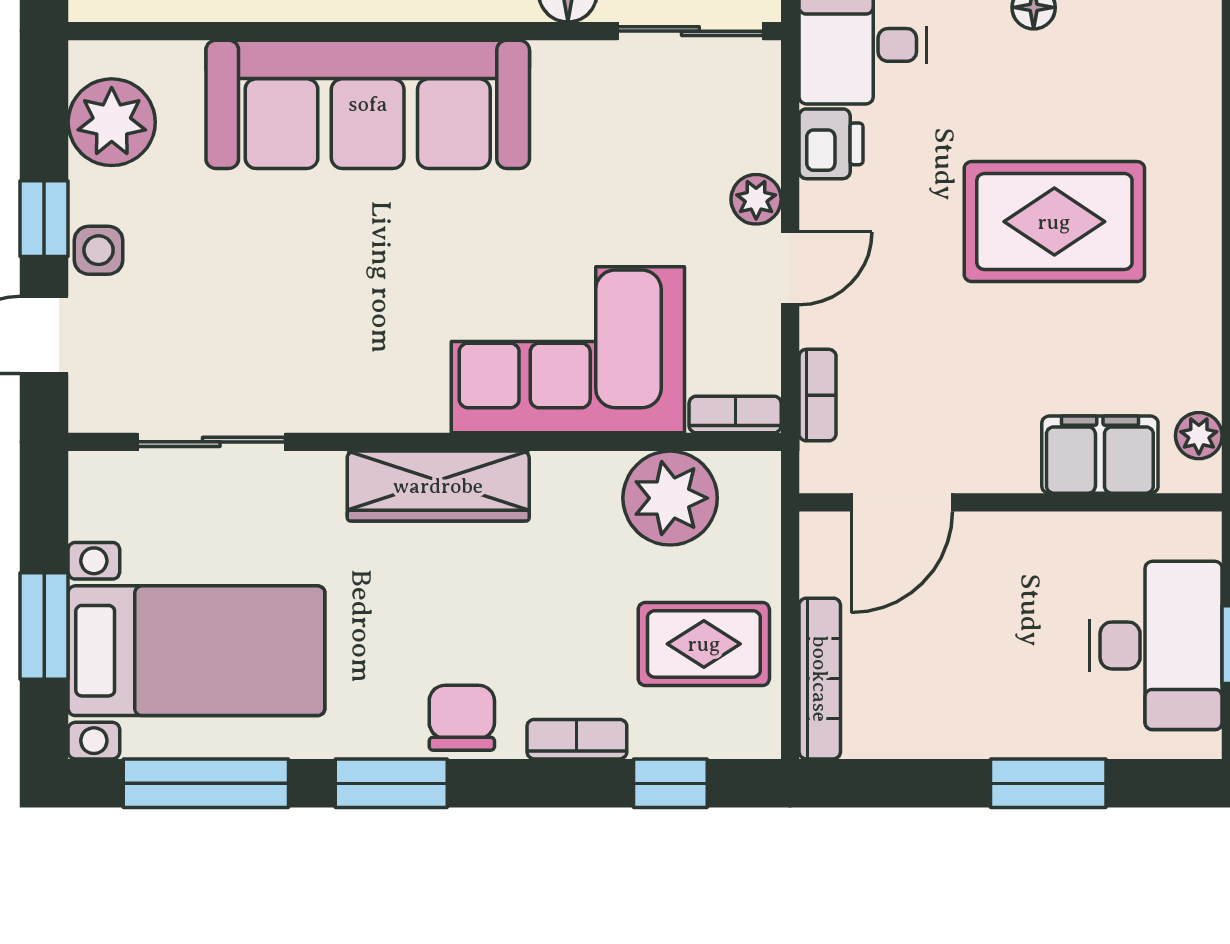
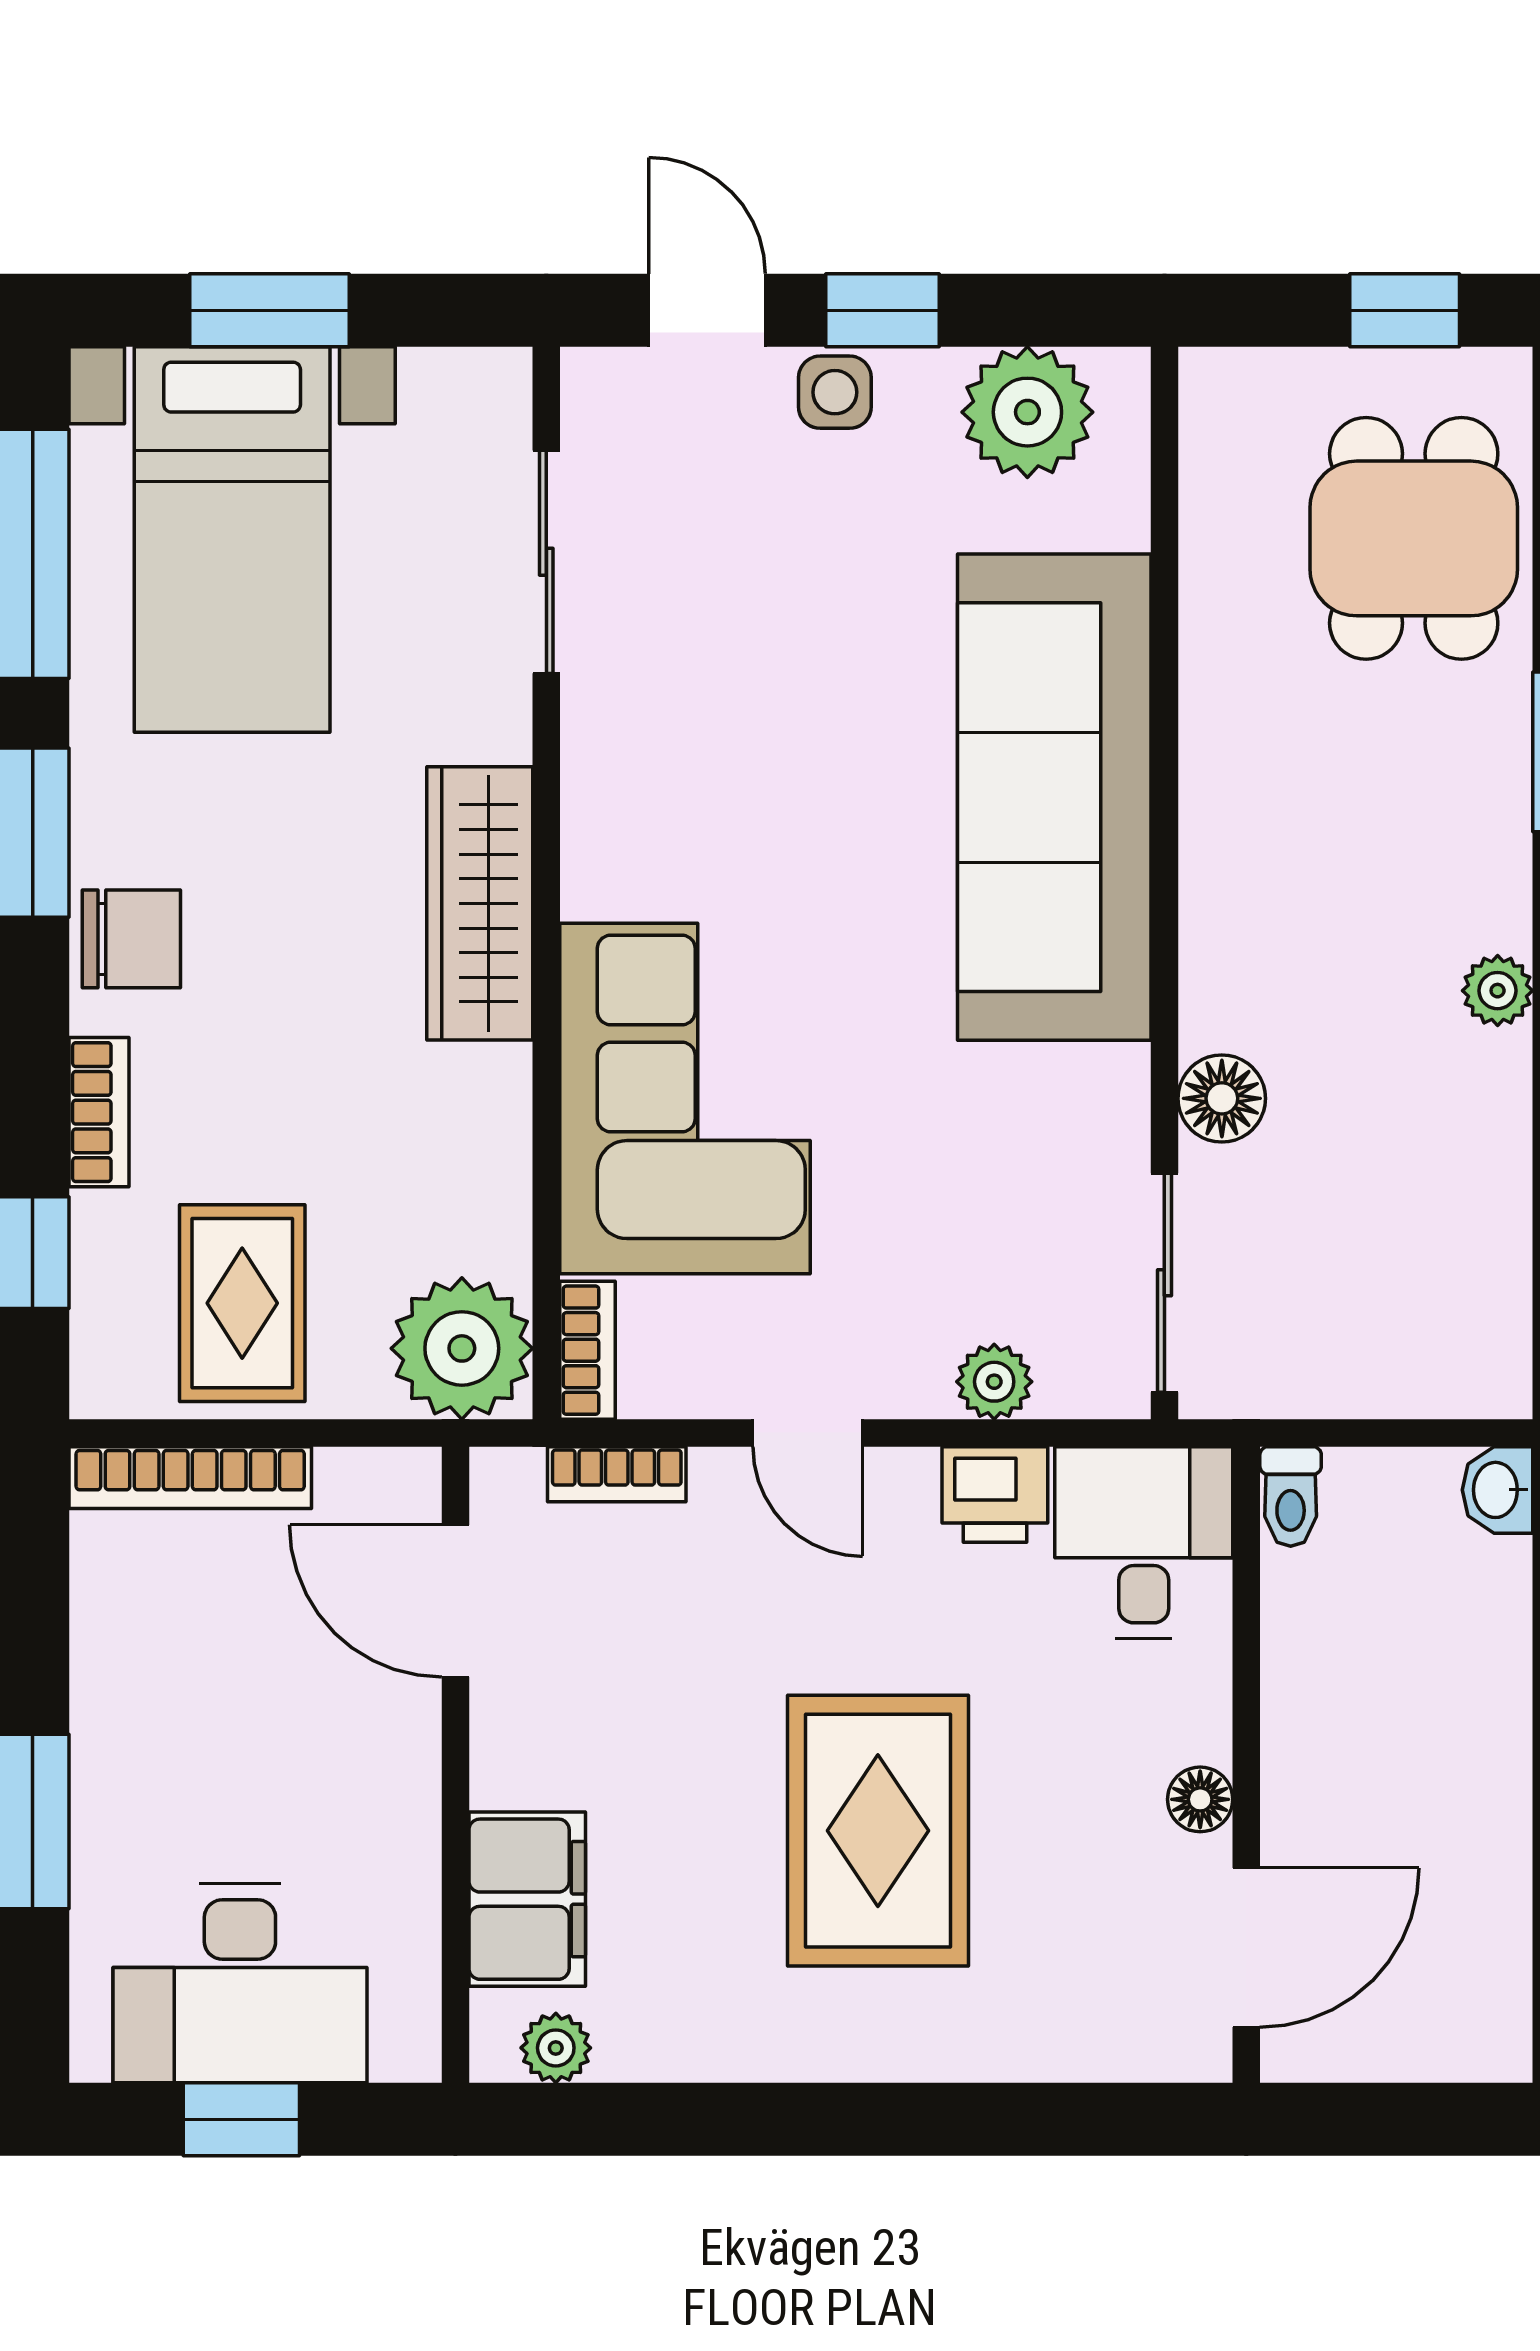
plant: (756, 199) -> (994, 1382), moved
plant: (670, 498) -> (462, 1348), moved

